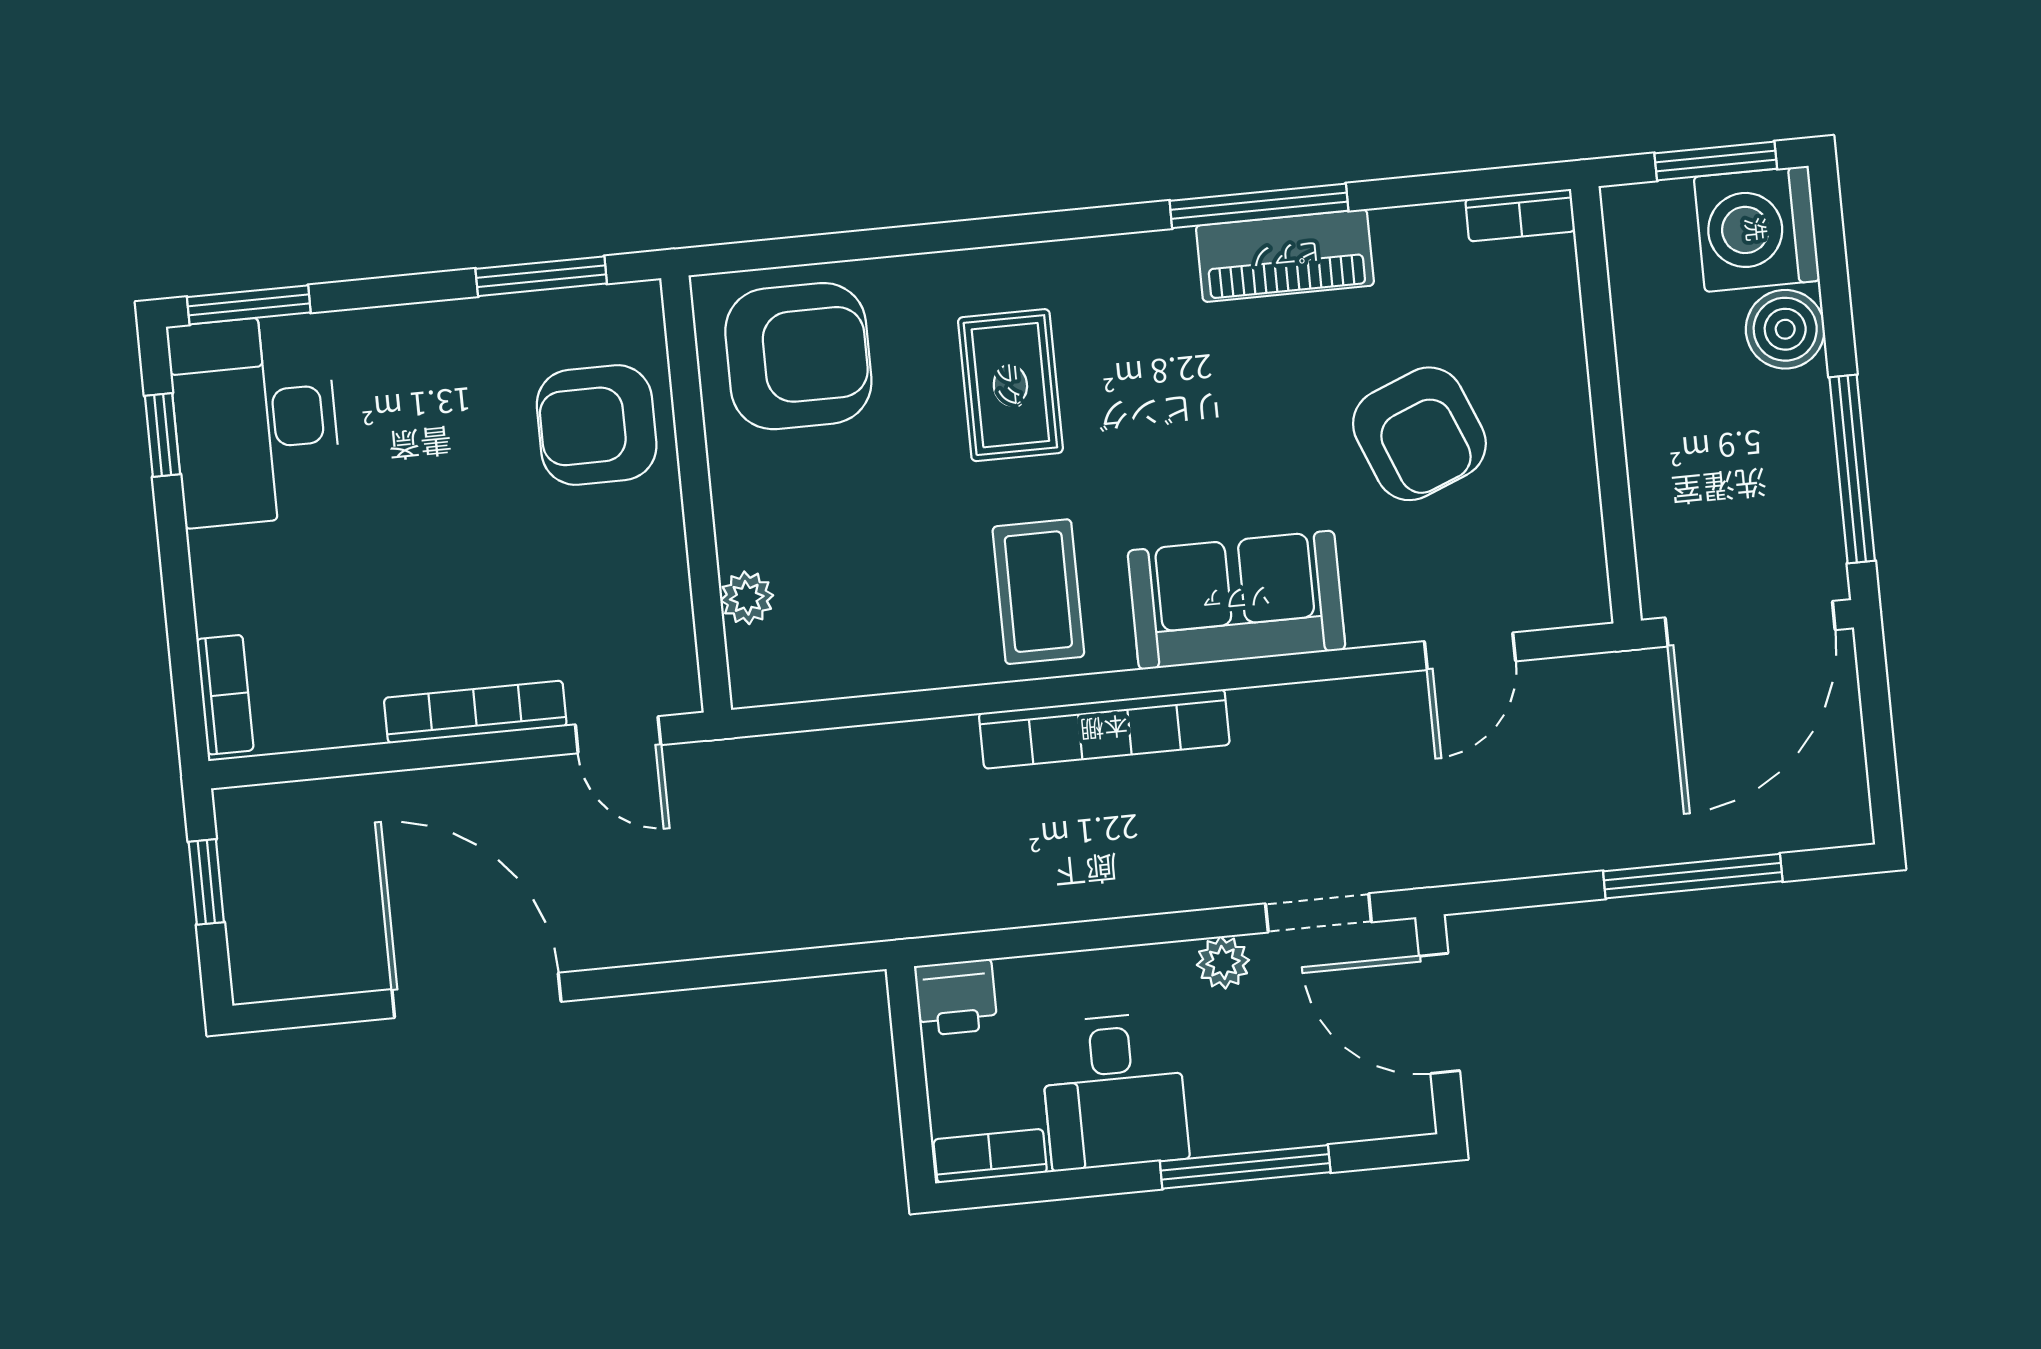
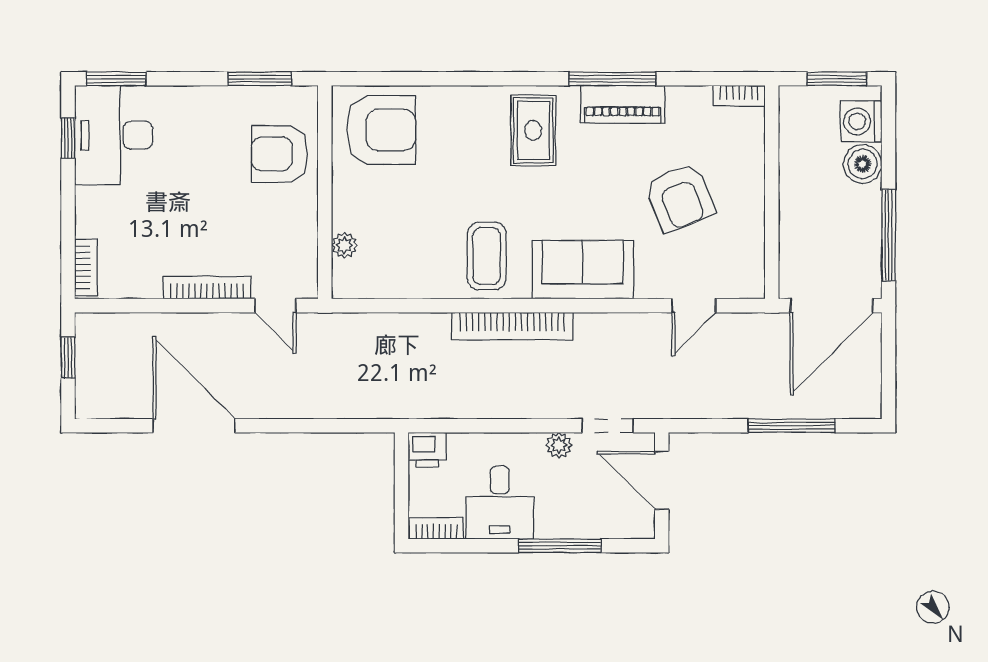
washing machine: (1757, 229) -> (861, 121), width x0.73, depth x0.73
rug: (1010, 385) -> (533, 130), moved

